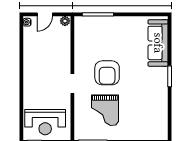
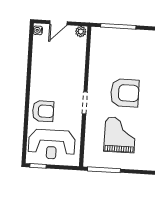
armchair: (107, 73) -> (125, 93), turned -90
armchair: (36, 93) -> (43, 111), added
grand piano: (105, 110) -> (120, 135), turned 180

